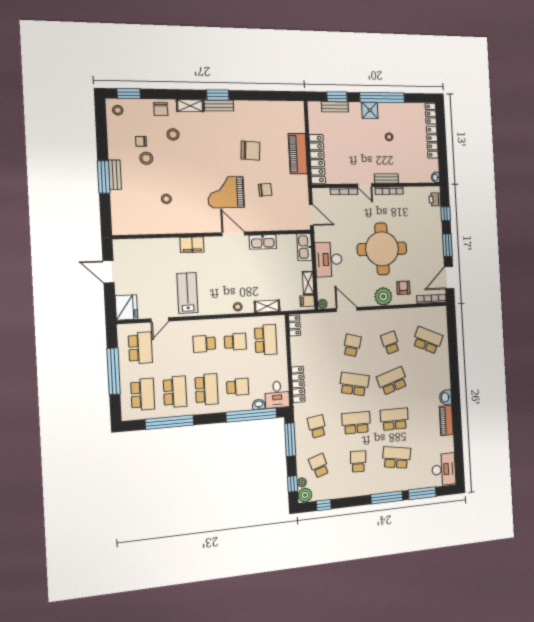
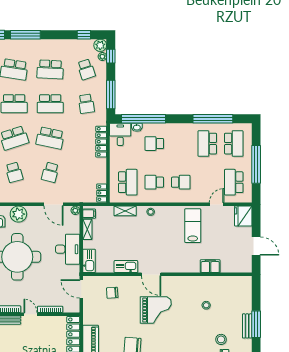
chair: (265, 190) -> (112, 293), moved
filing cabinet: (192, 245) -> (210, 266), moved
lab bench: (187, 293) -> (193, 226), turned 180
school desk: (266, 340) -> (128, 182), turned 180
school desk: (207, 389) -> (181, 144), removed
school desk: (143, 394) -> (234, 144), turned 180
school desk: (358, 461) -> (50, 69), width x1.85

